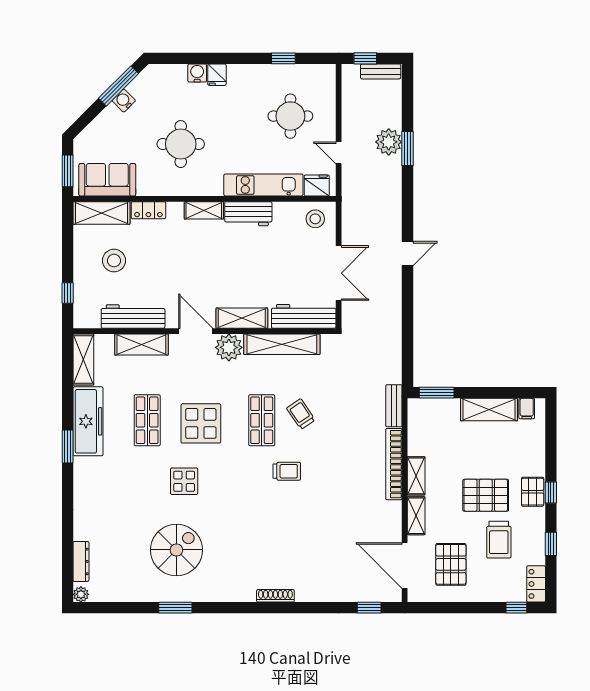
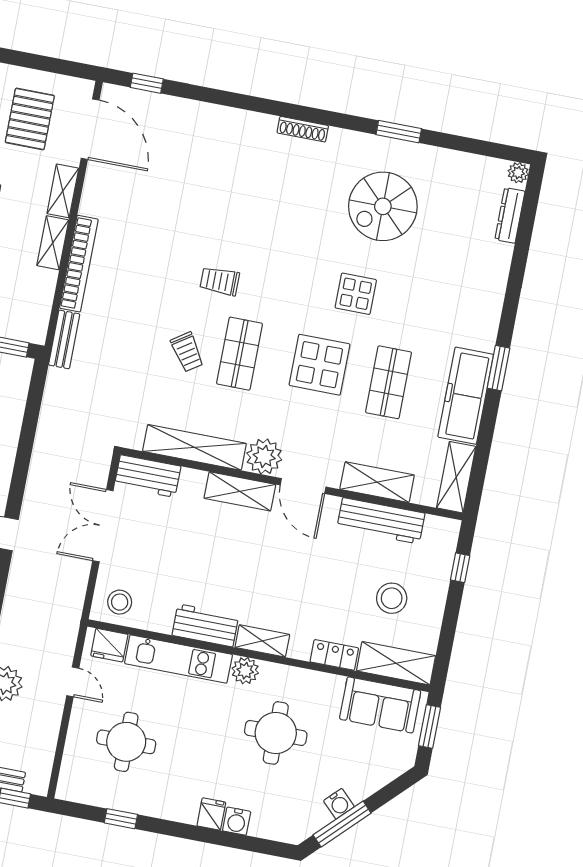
plant: (212, 186) -> (245, 671), added
workbench: (304, 316) -> (148, 476), width x0.73
shoe rack: (275, 596) -> (303, 129), moved

